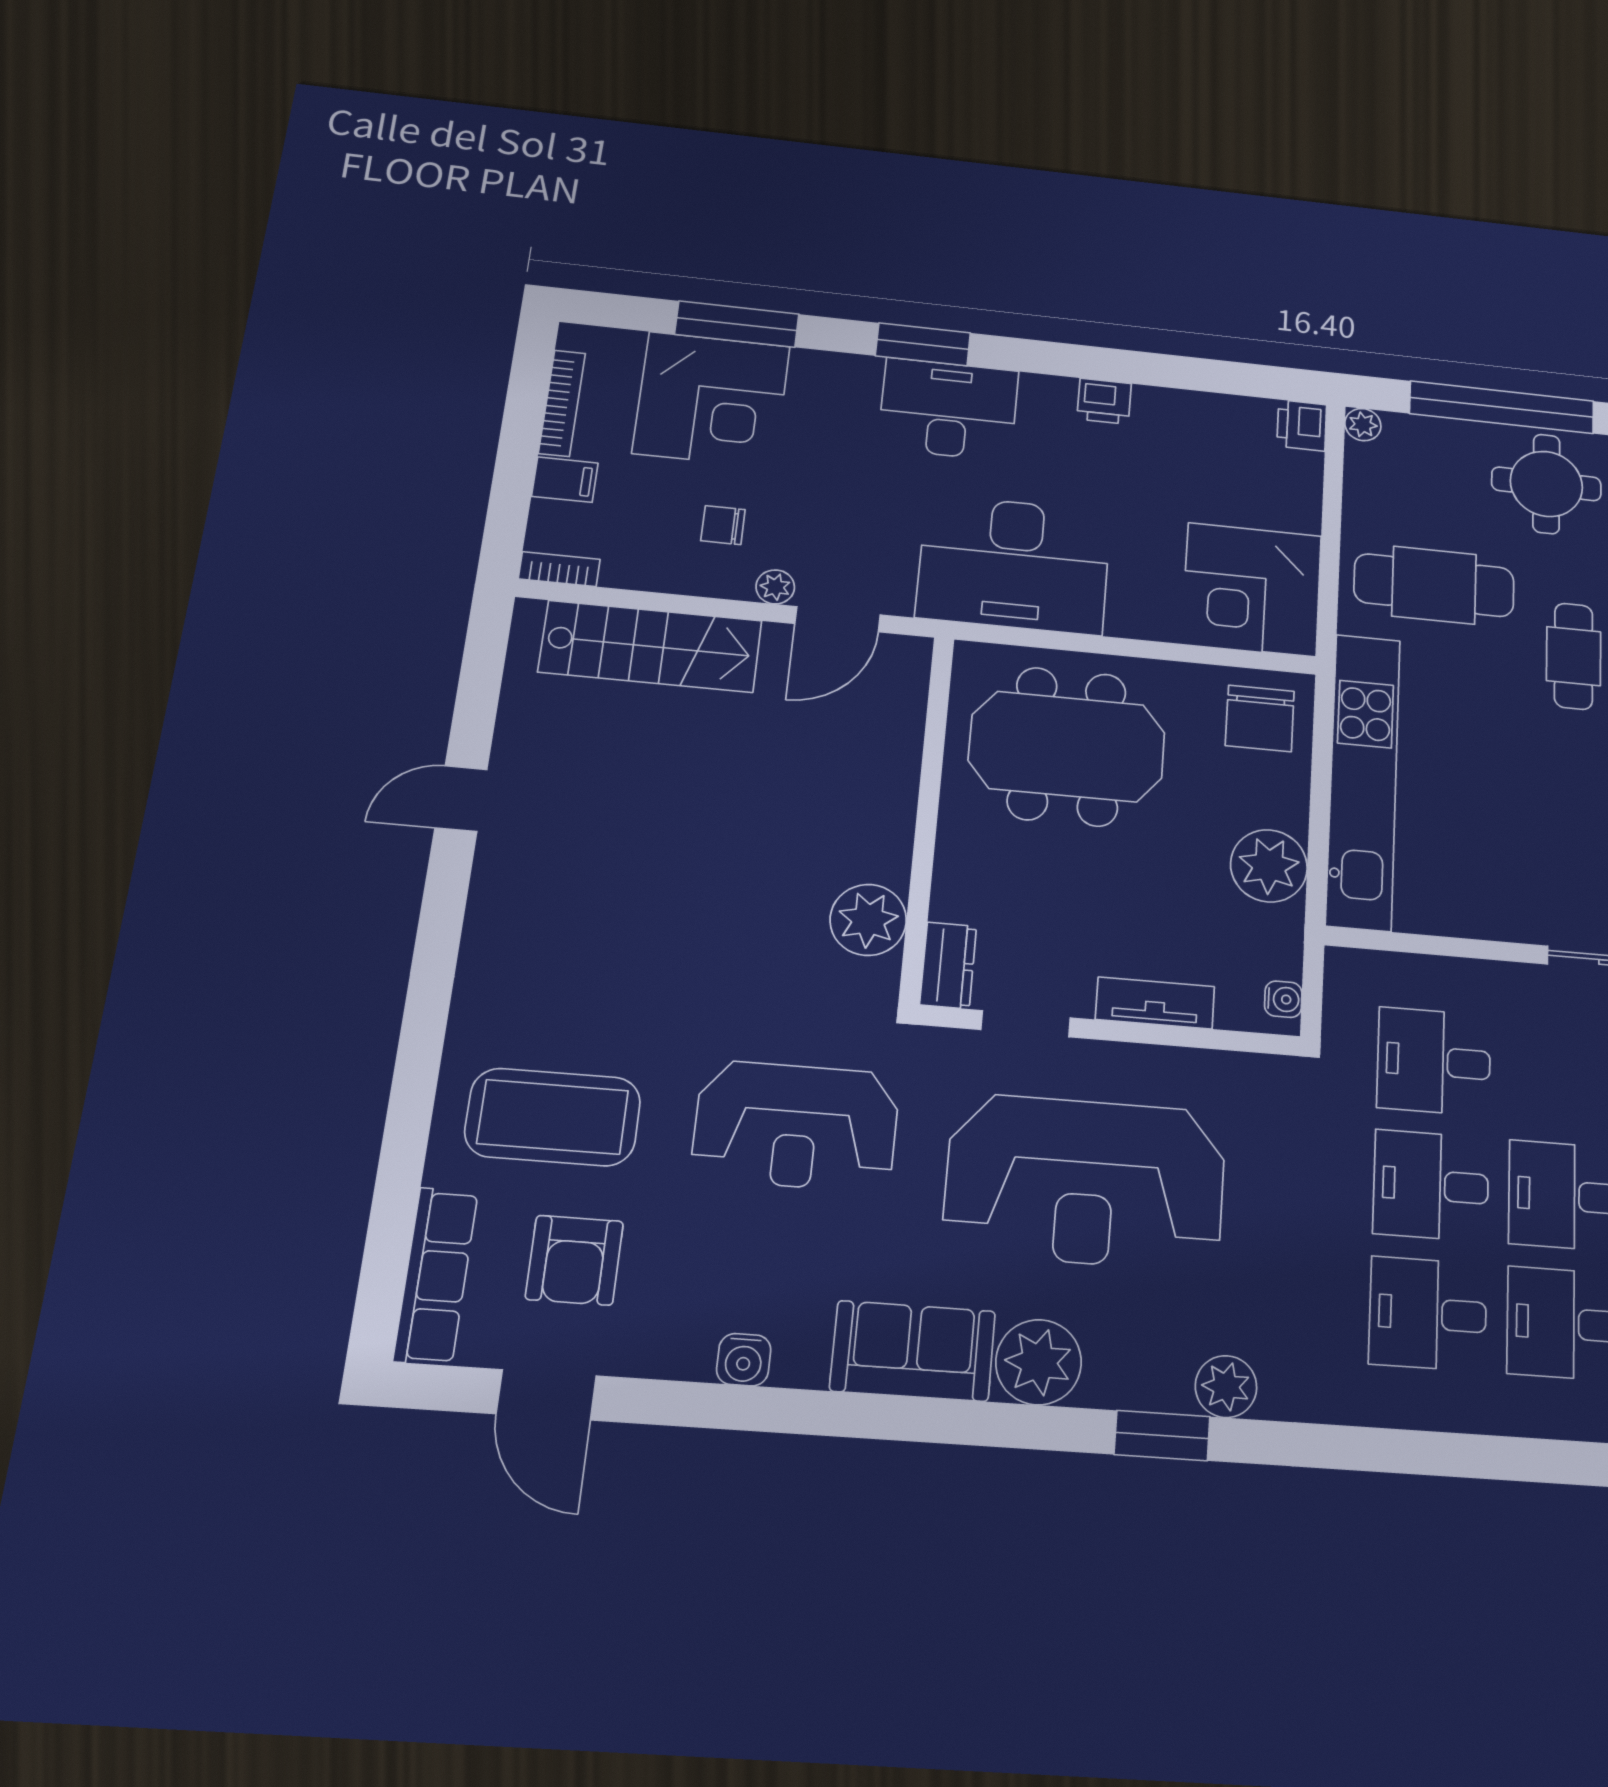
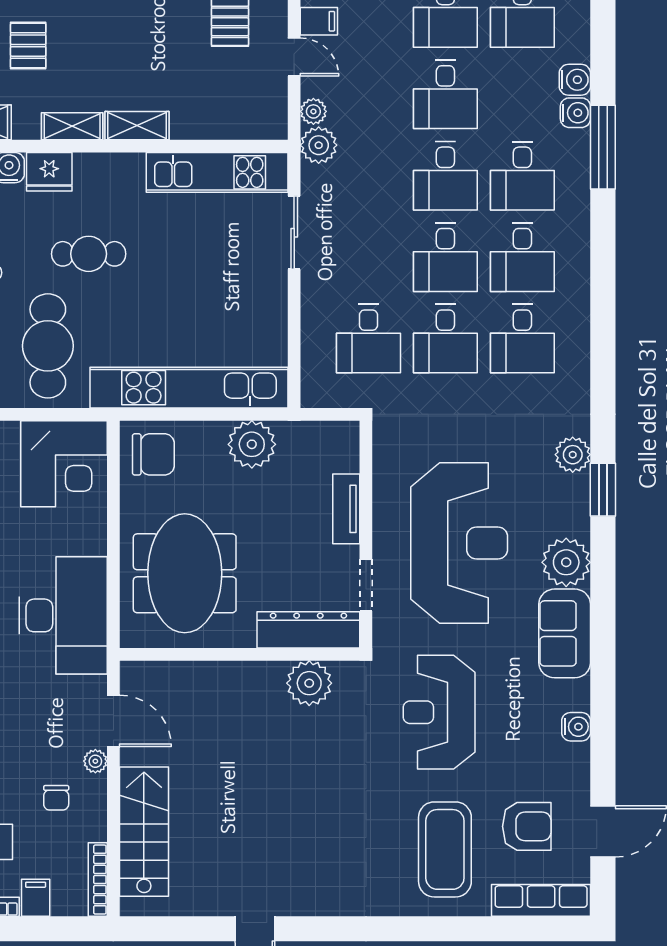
bookcase: (559, 569) -> (98, 880), width x1.56
dresser: (948, 965) -> (308, 630), width x1.96, depth x1.24
water cooler: (1283, 999) -> (337, 432), removed
reception desk: (796, 1126) -> (439, 712), turned 180

